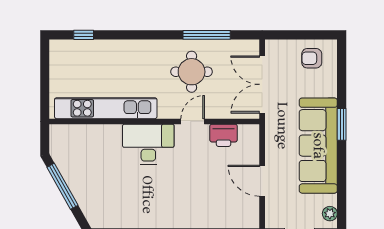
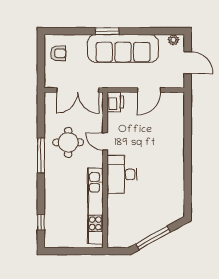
window: (207, 35) -> (41, 155), moved
armchair: (312, 58) -> (58, 53), turned -90
printer: (224, 135) -> (115, 102), moved

